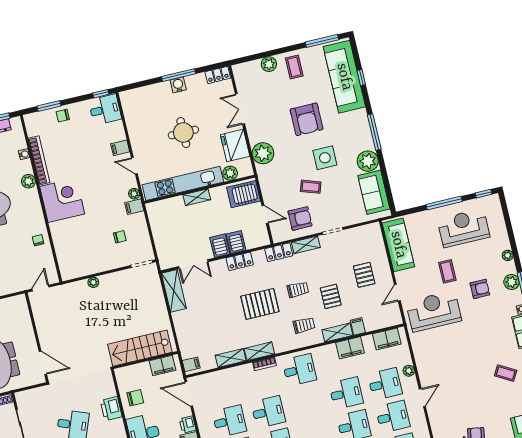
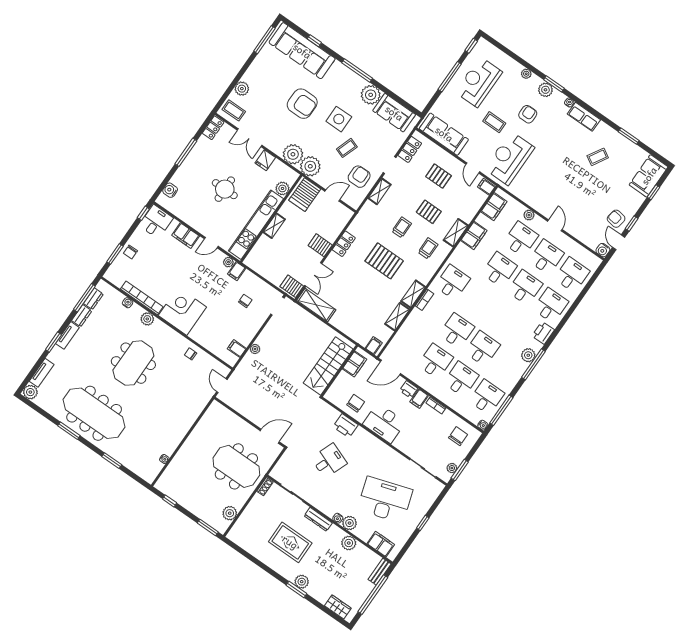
coffee table: (294, 67) -> (234, 110), moved
water cooler: (178, 85) -> (170, 190), moved
fridge: (235, 145) -> (265, 160), width x0.53, depth x0.75
filing cabinet: (120, 148) -> (186, 236), width x2.00
plant: (268, 175) -> (310, 166), added
server rack: (236, 242) -> (292, 286), moved
locker: (279, 252) -> (410, 149), moved
filing cabinet: (79, 269) -> (237, 349), added
pallet: (260, 304) -> (384, 261), turned 90
filing cabinet: (358, 326) -> (486, 187), moved

